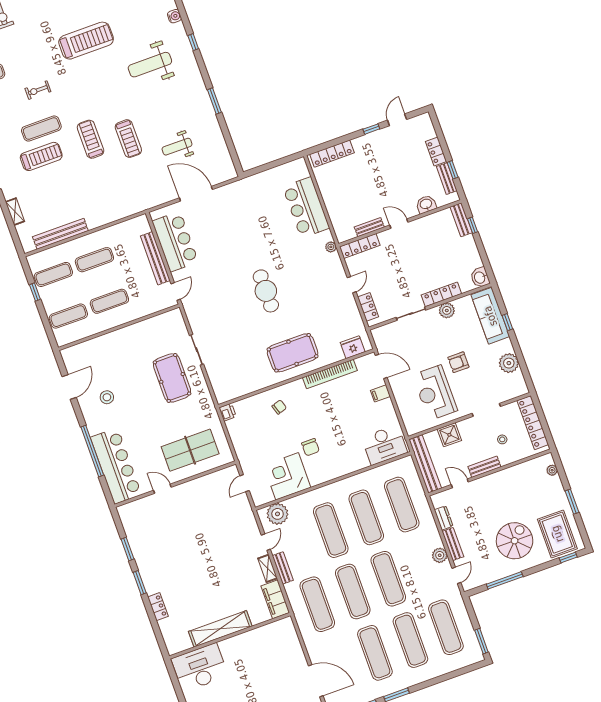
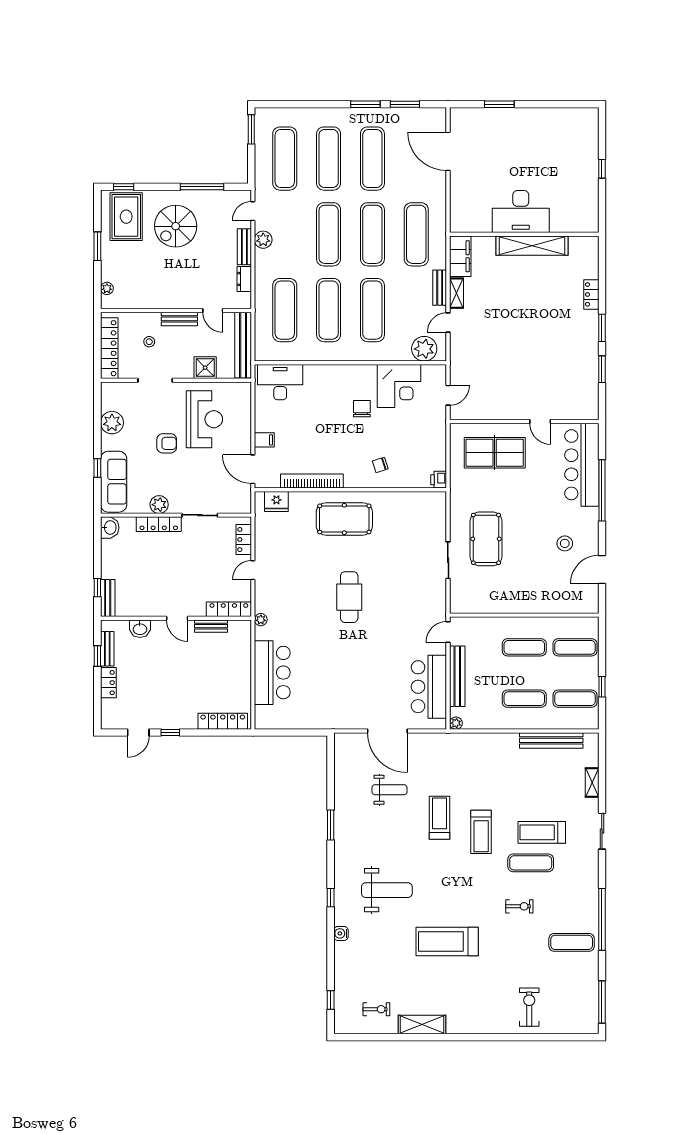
plant: (143, 220) -> (456, 723), added
desk: (200, 667) -> (521, 212), moved

